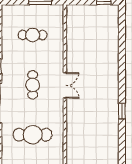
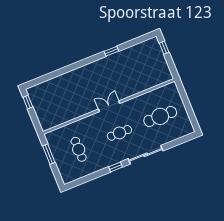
cafe table: (33, 135) -> (160, 116), turned 90

